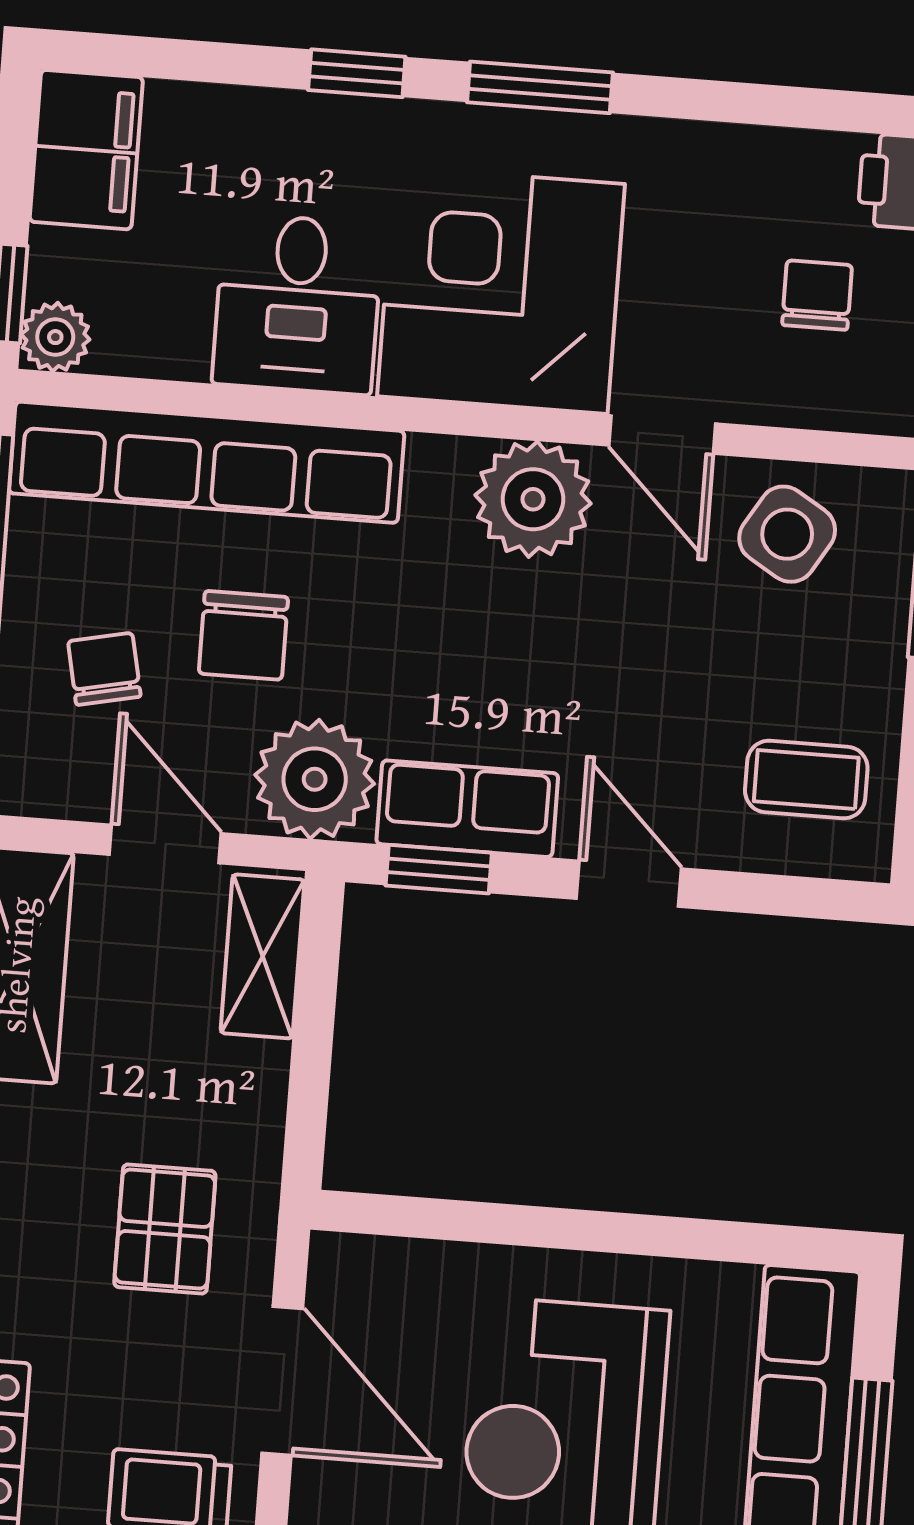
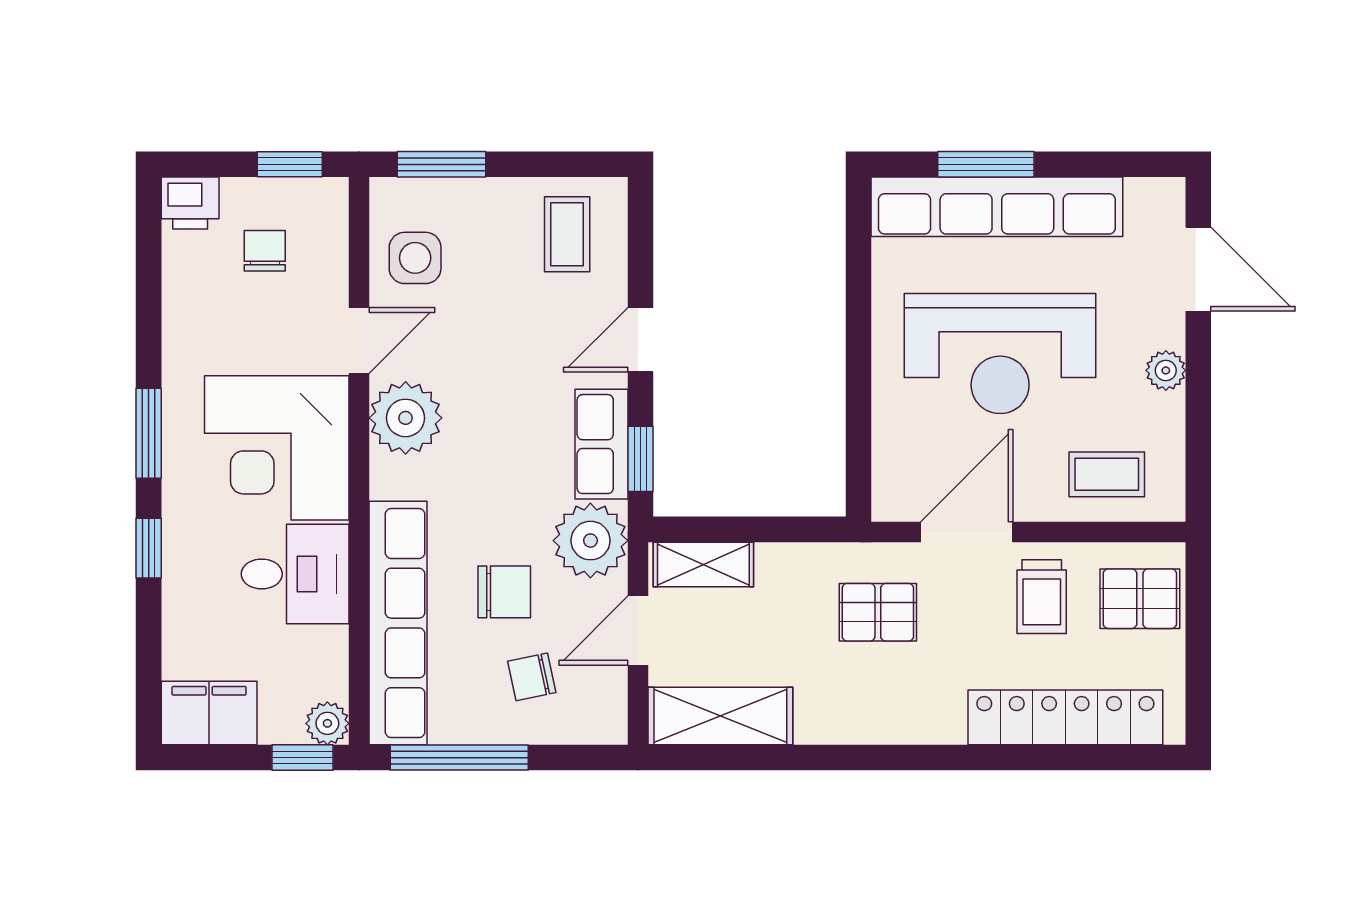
chair: (817, 295) -> (265, 251), turned 90
side table: (787, 534) -> (415, 258), turned -31

